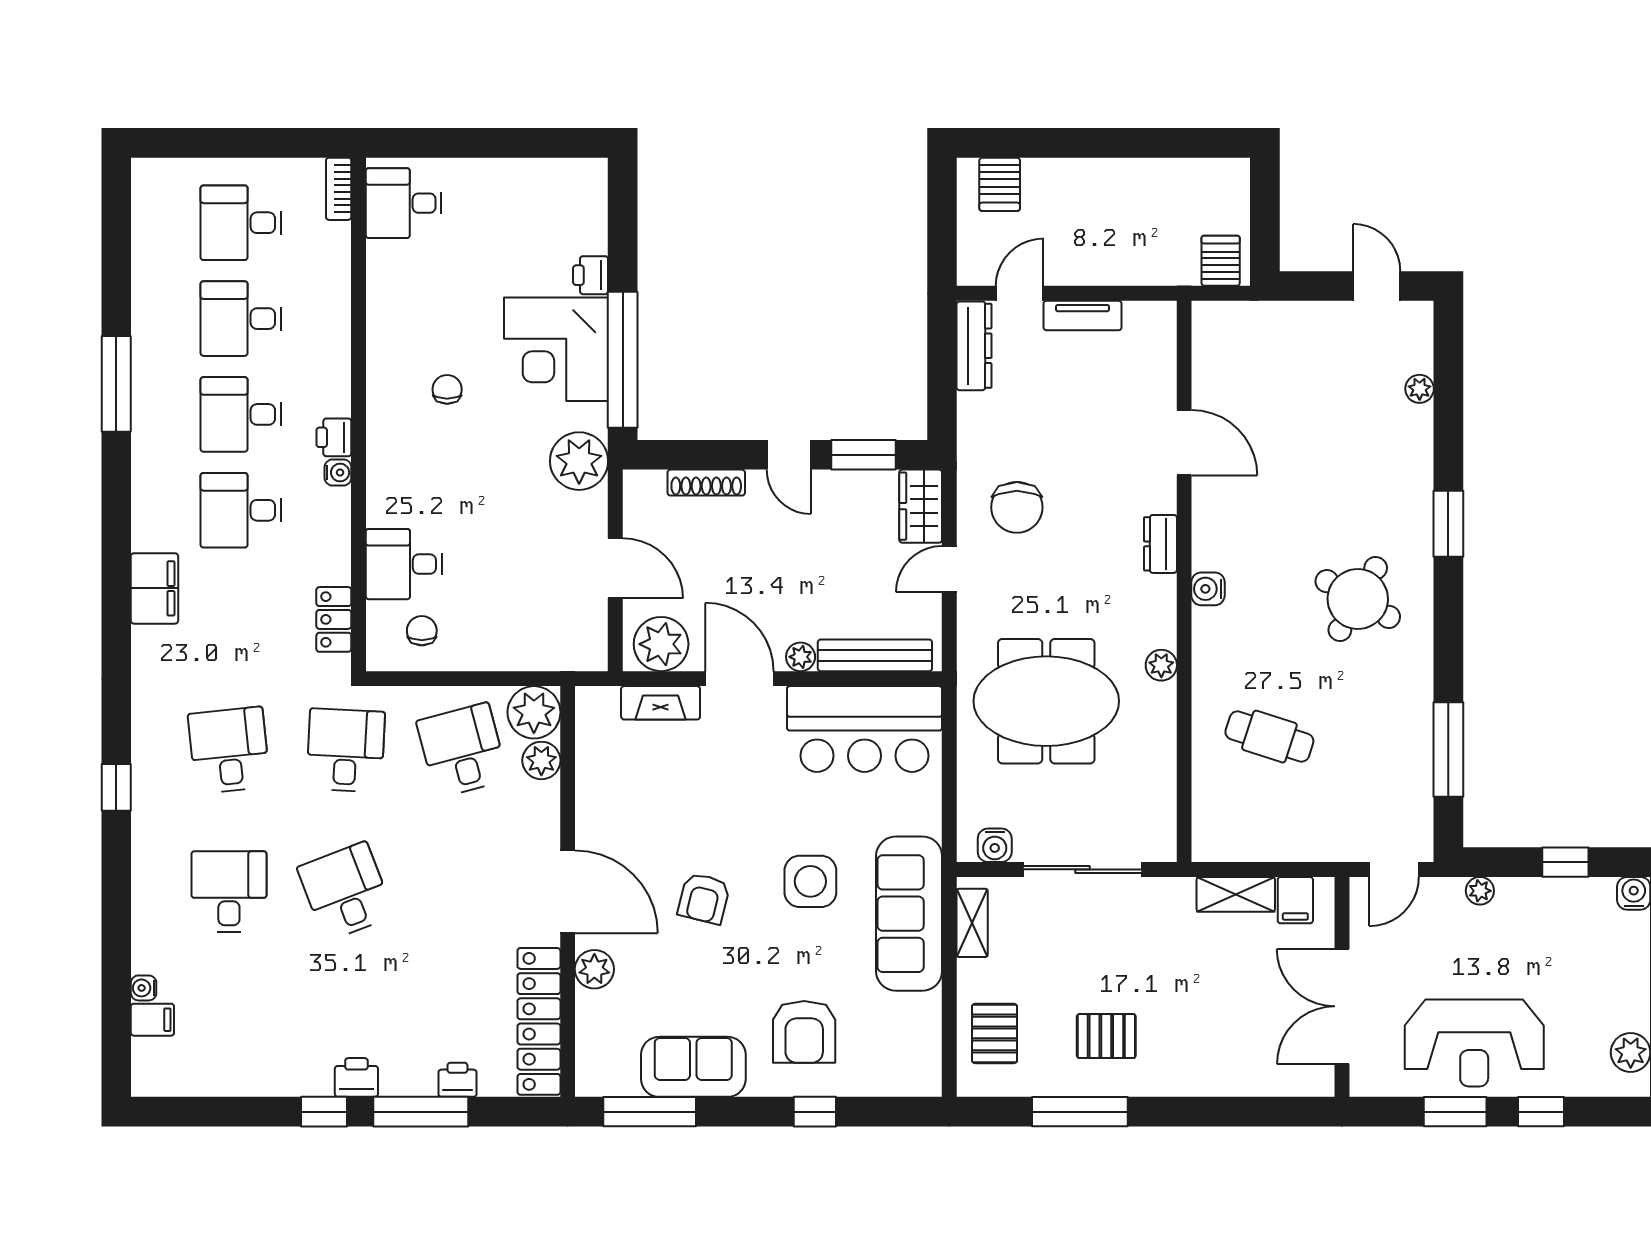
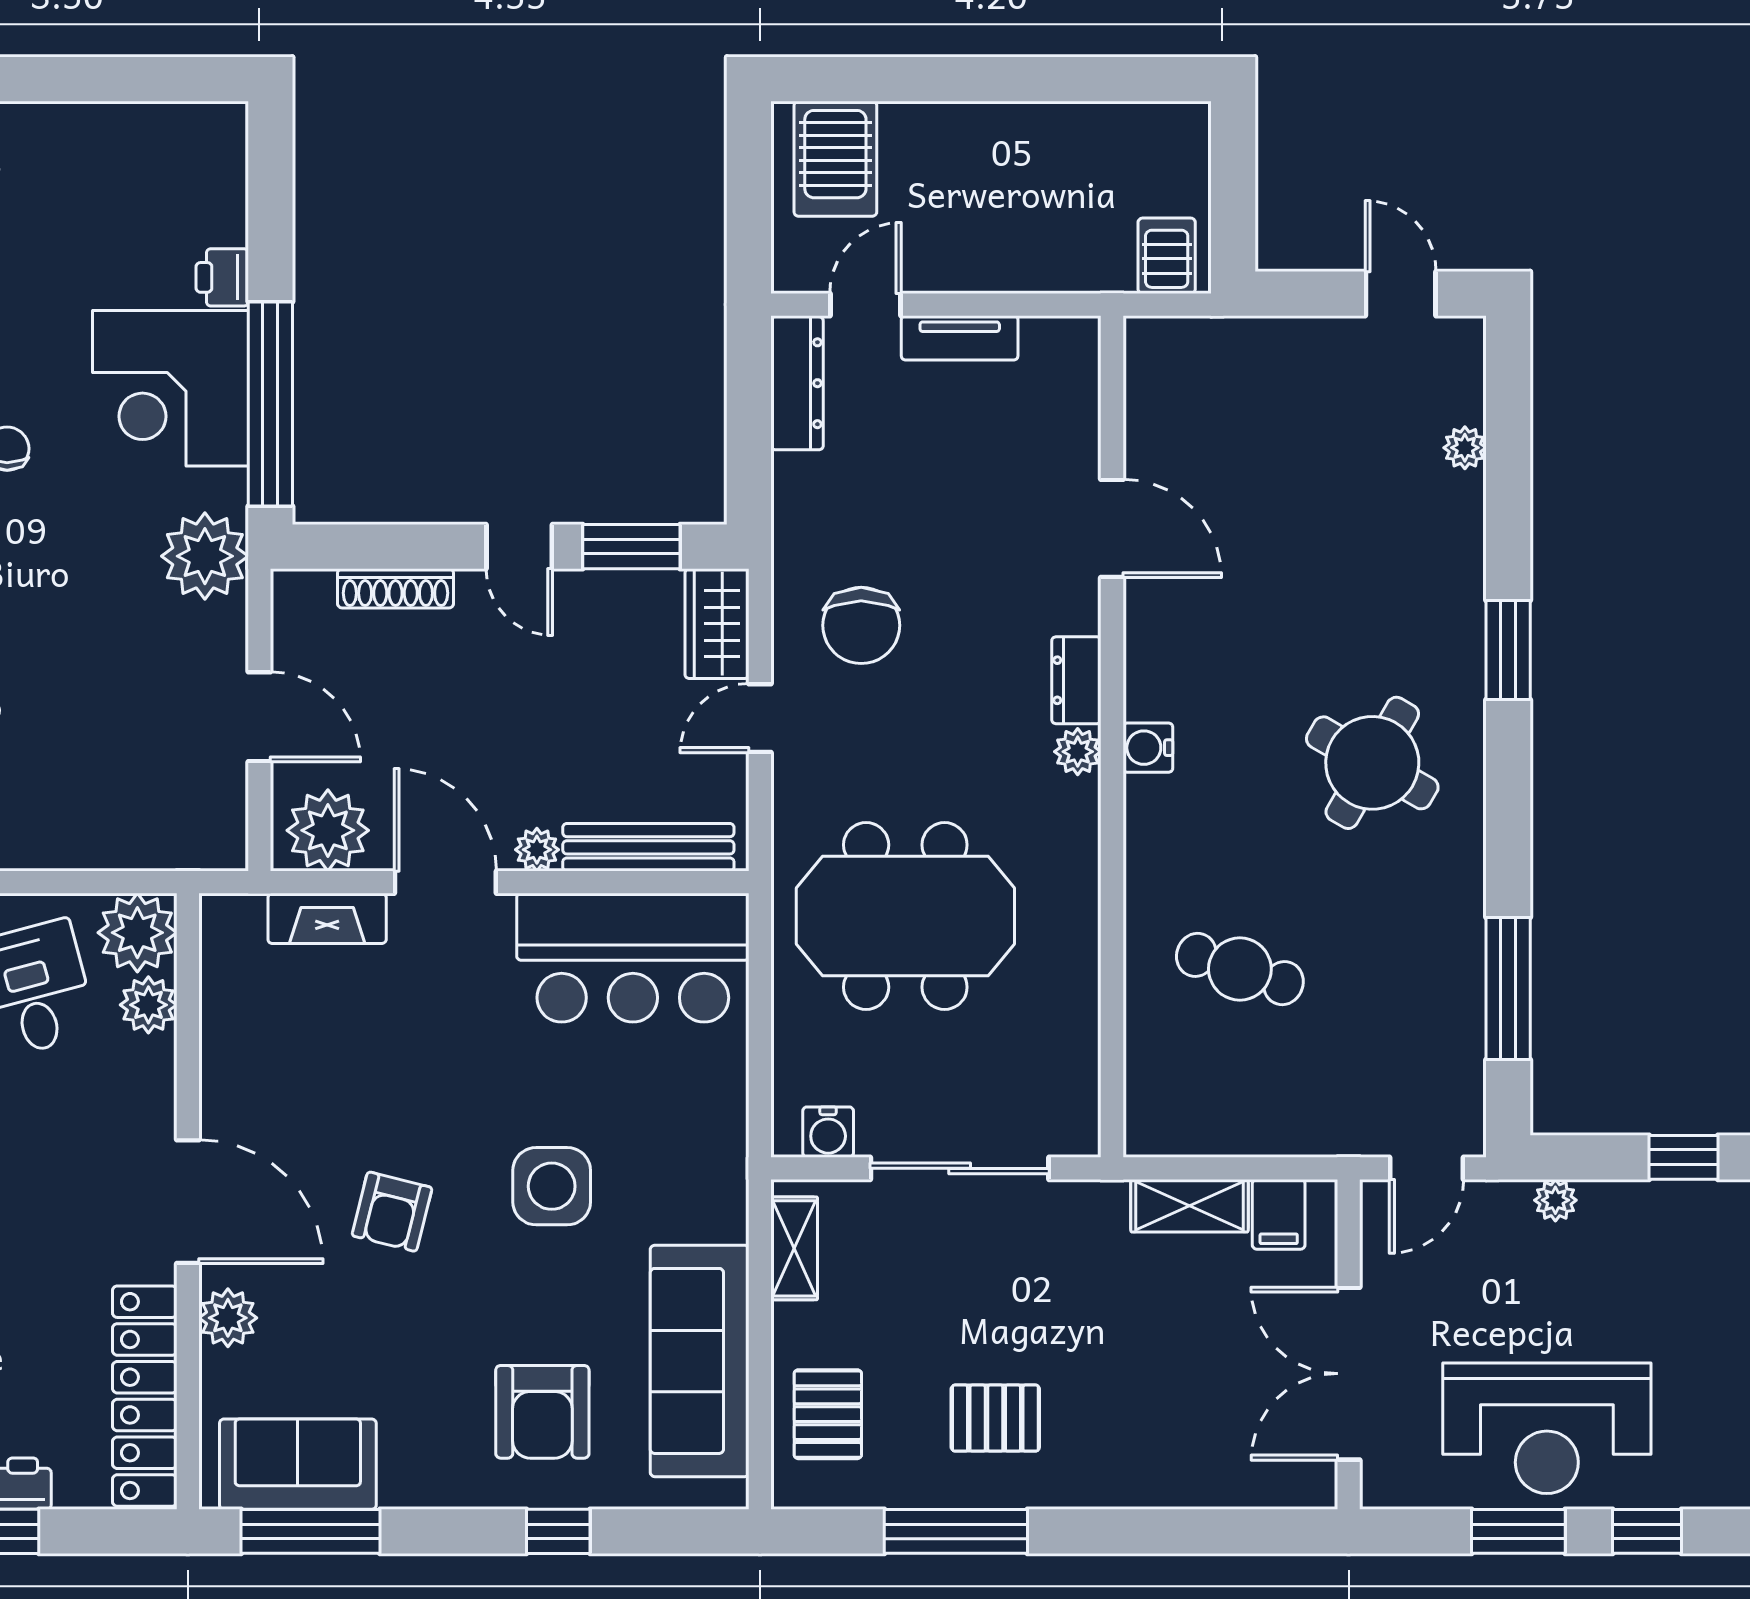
server rack: (1000, 184) -> (835, 159), width x1.36, depth x1.44
plant: (1161, 665) -> (1078, 752), moved
sofa: (909, 914) -> (700, 1361), moved
sofa: (693, 1067) -> (298, 1464), moved

